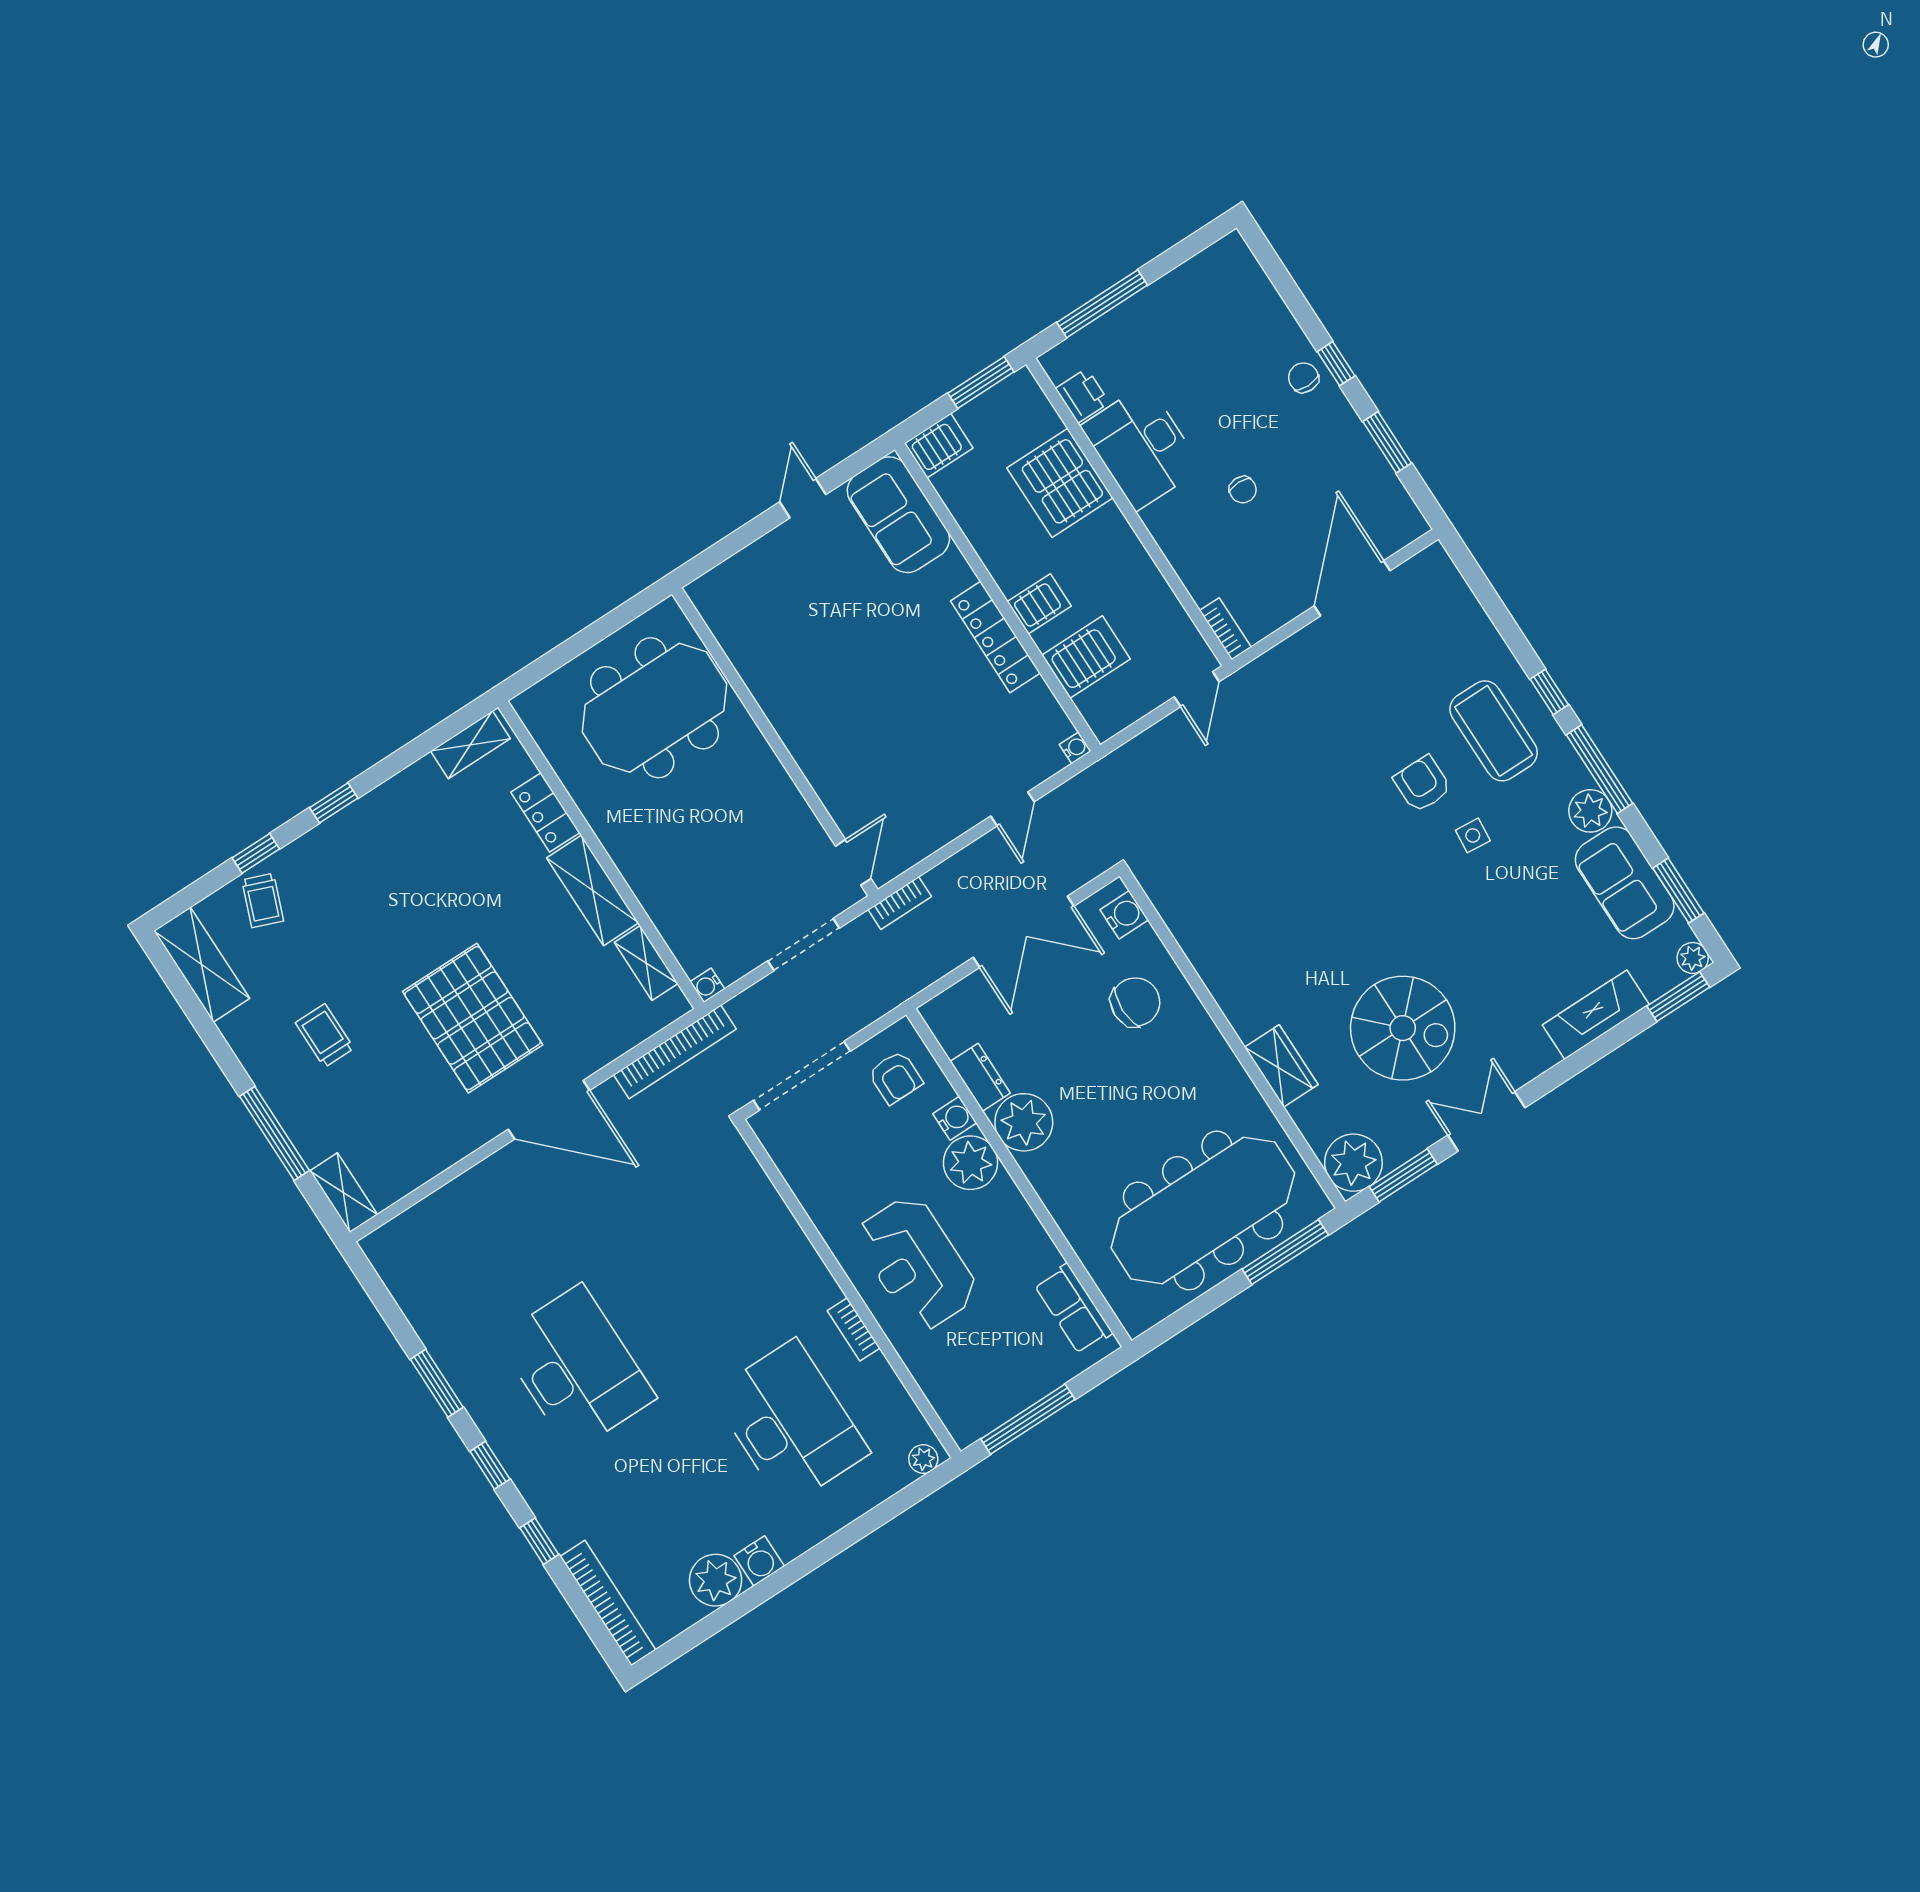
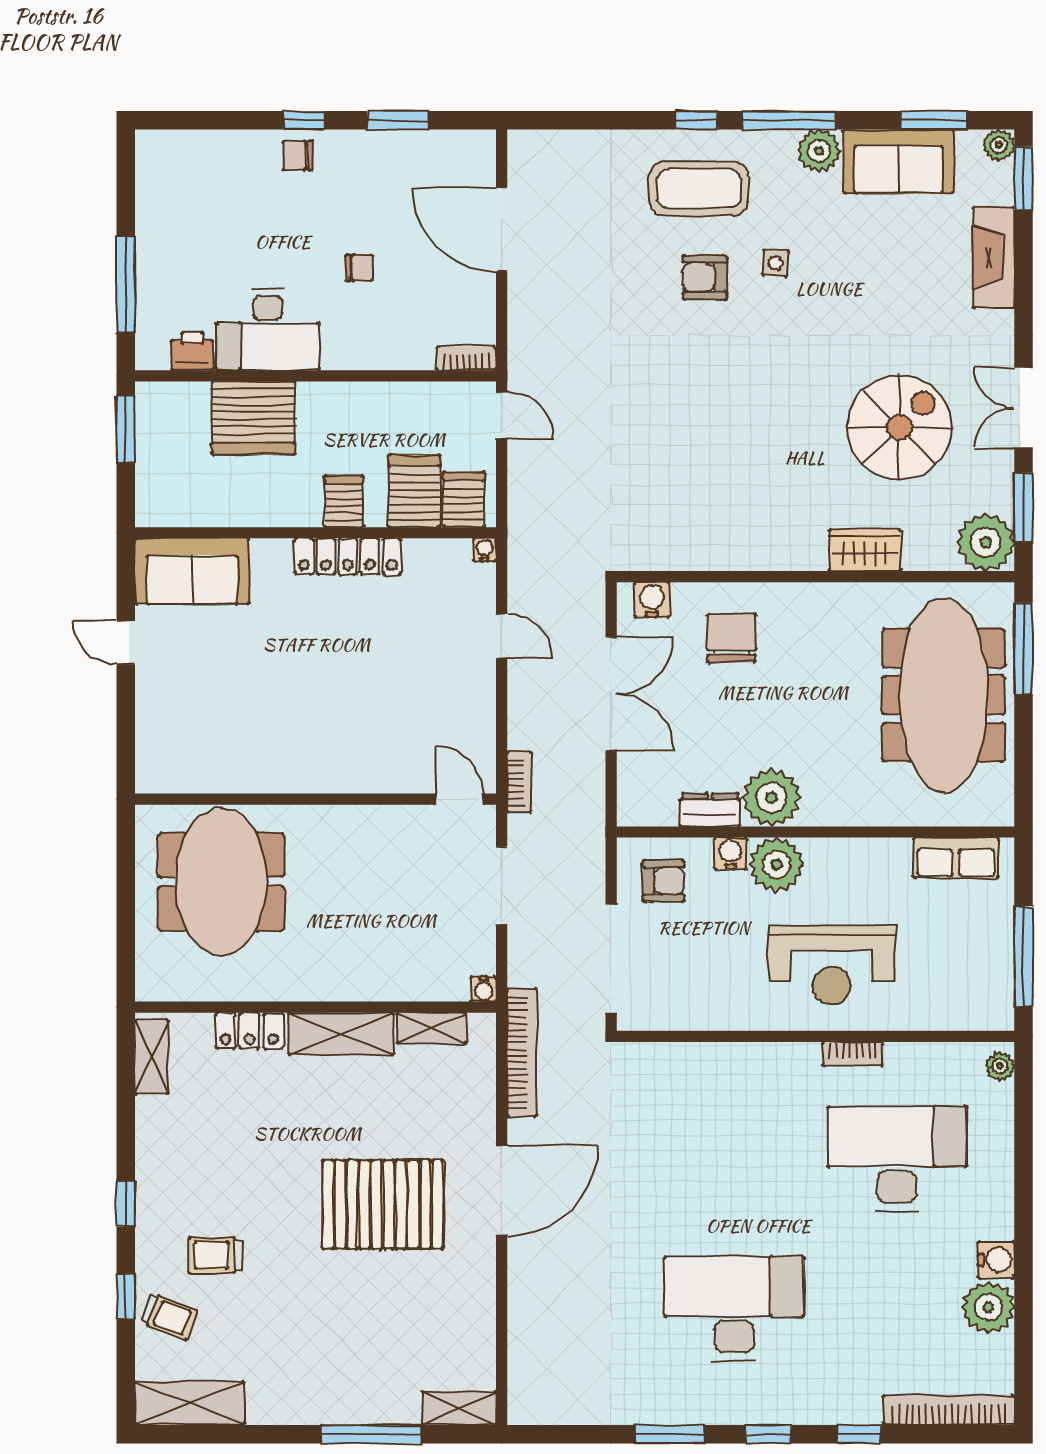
server rack: (939, 446) -> (464, 500), moved
trolley: (325, 1036) -> (215, 1255), moved

